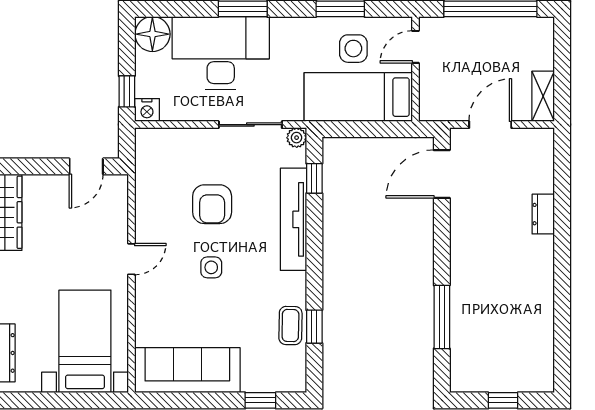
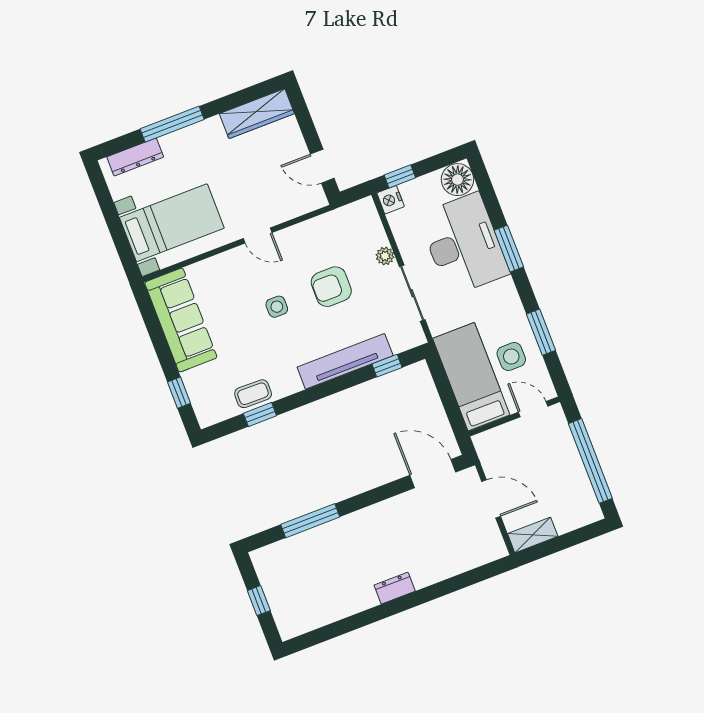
plant: (297, 138) -> (385, 256), moved
dresser: (543, 214) -> (395, 588), moved

